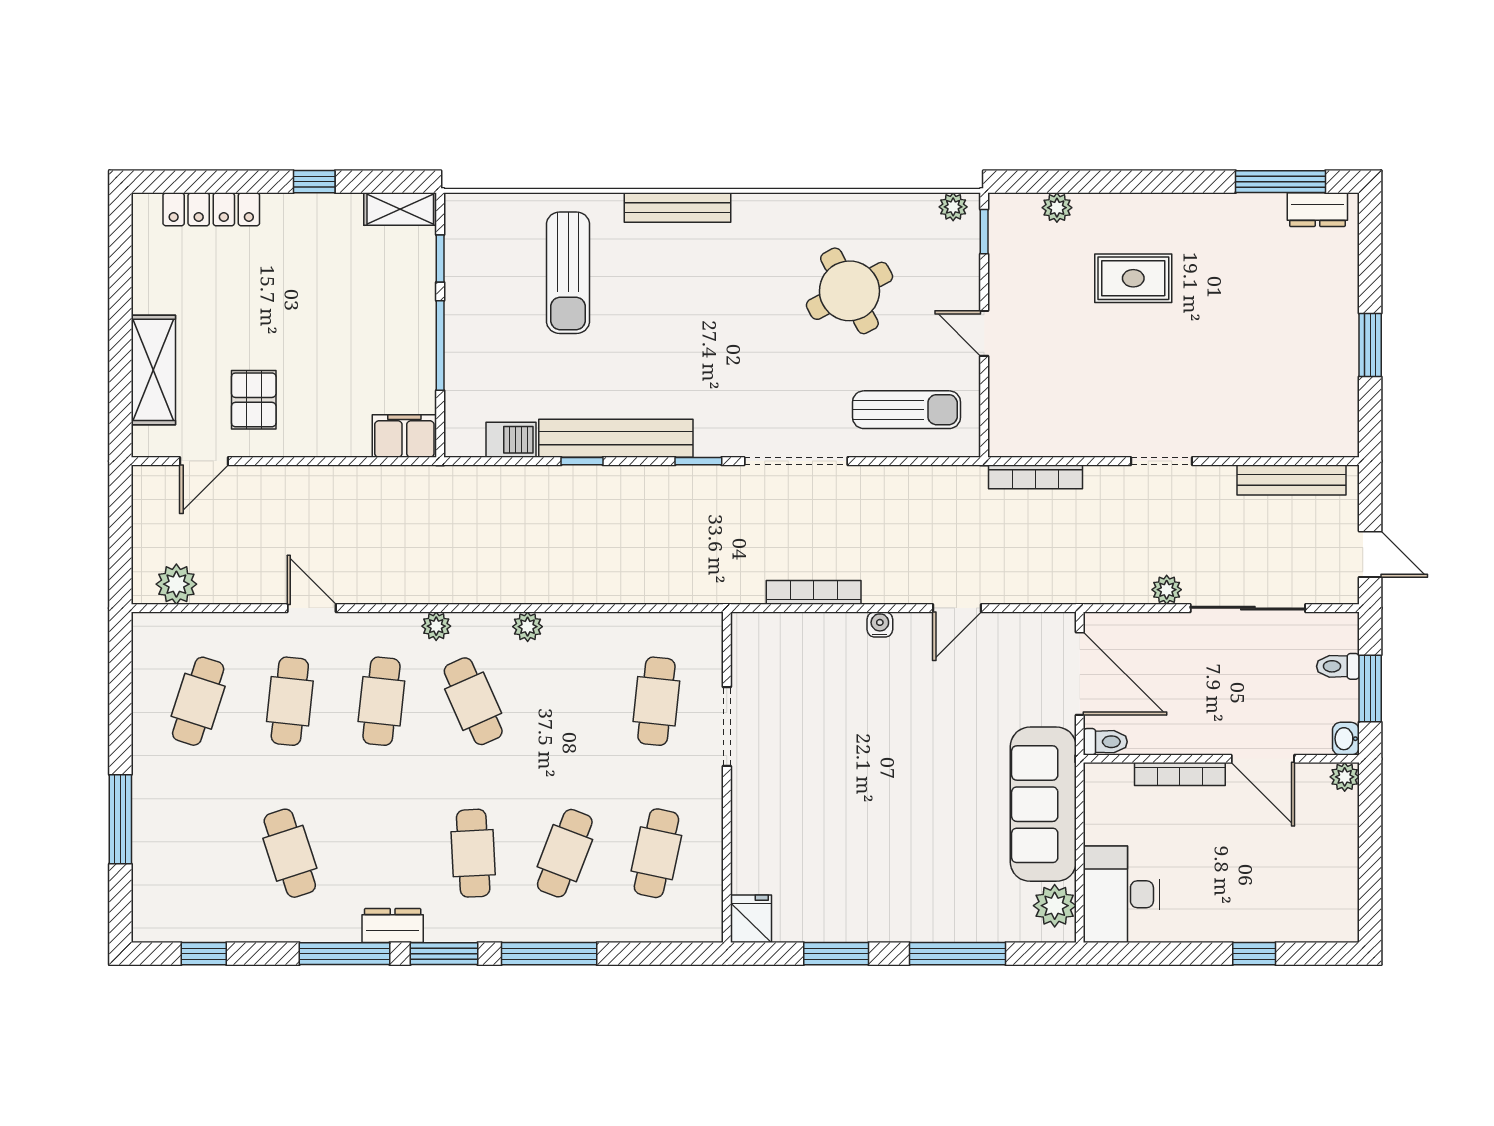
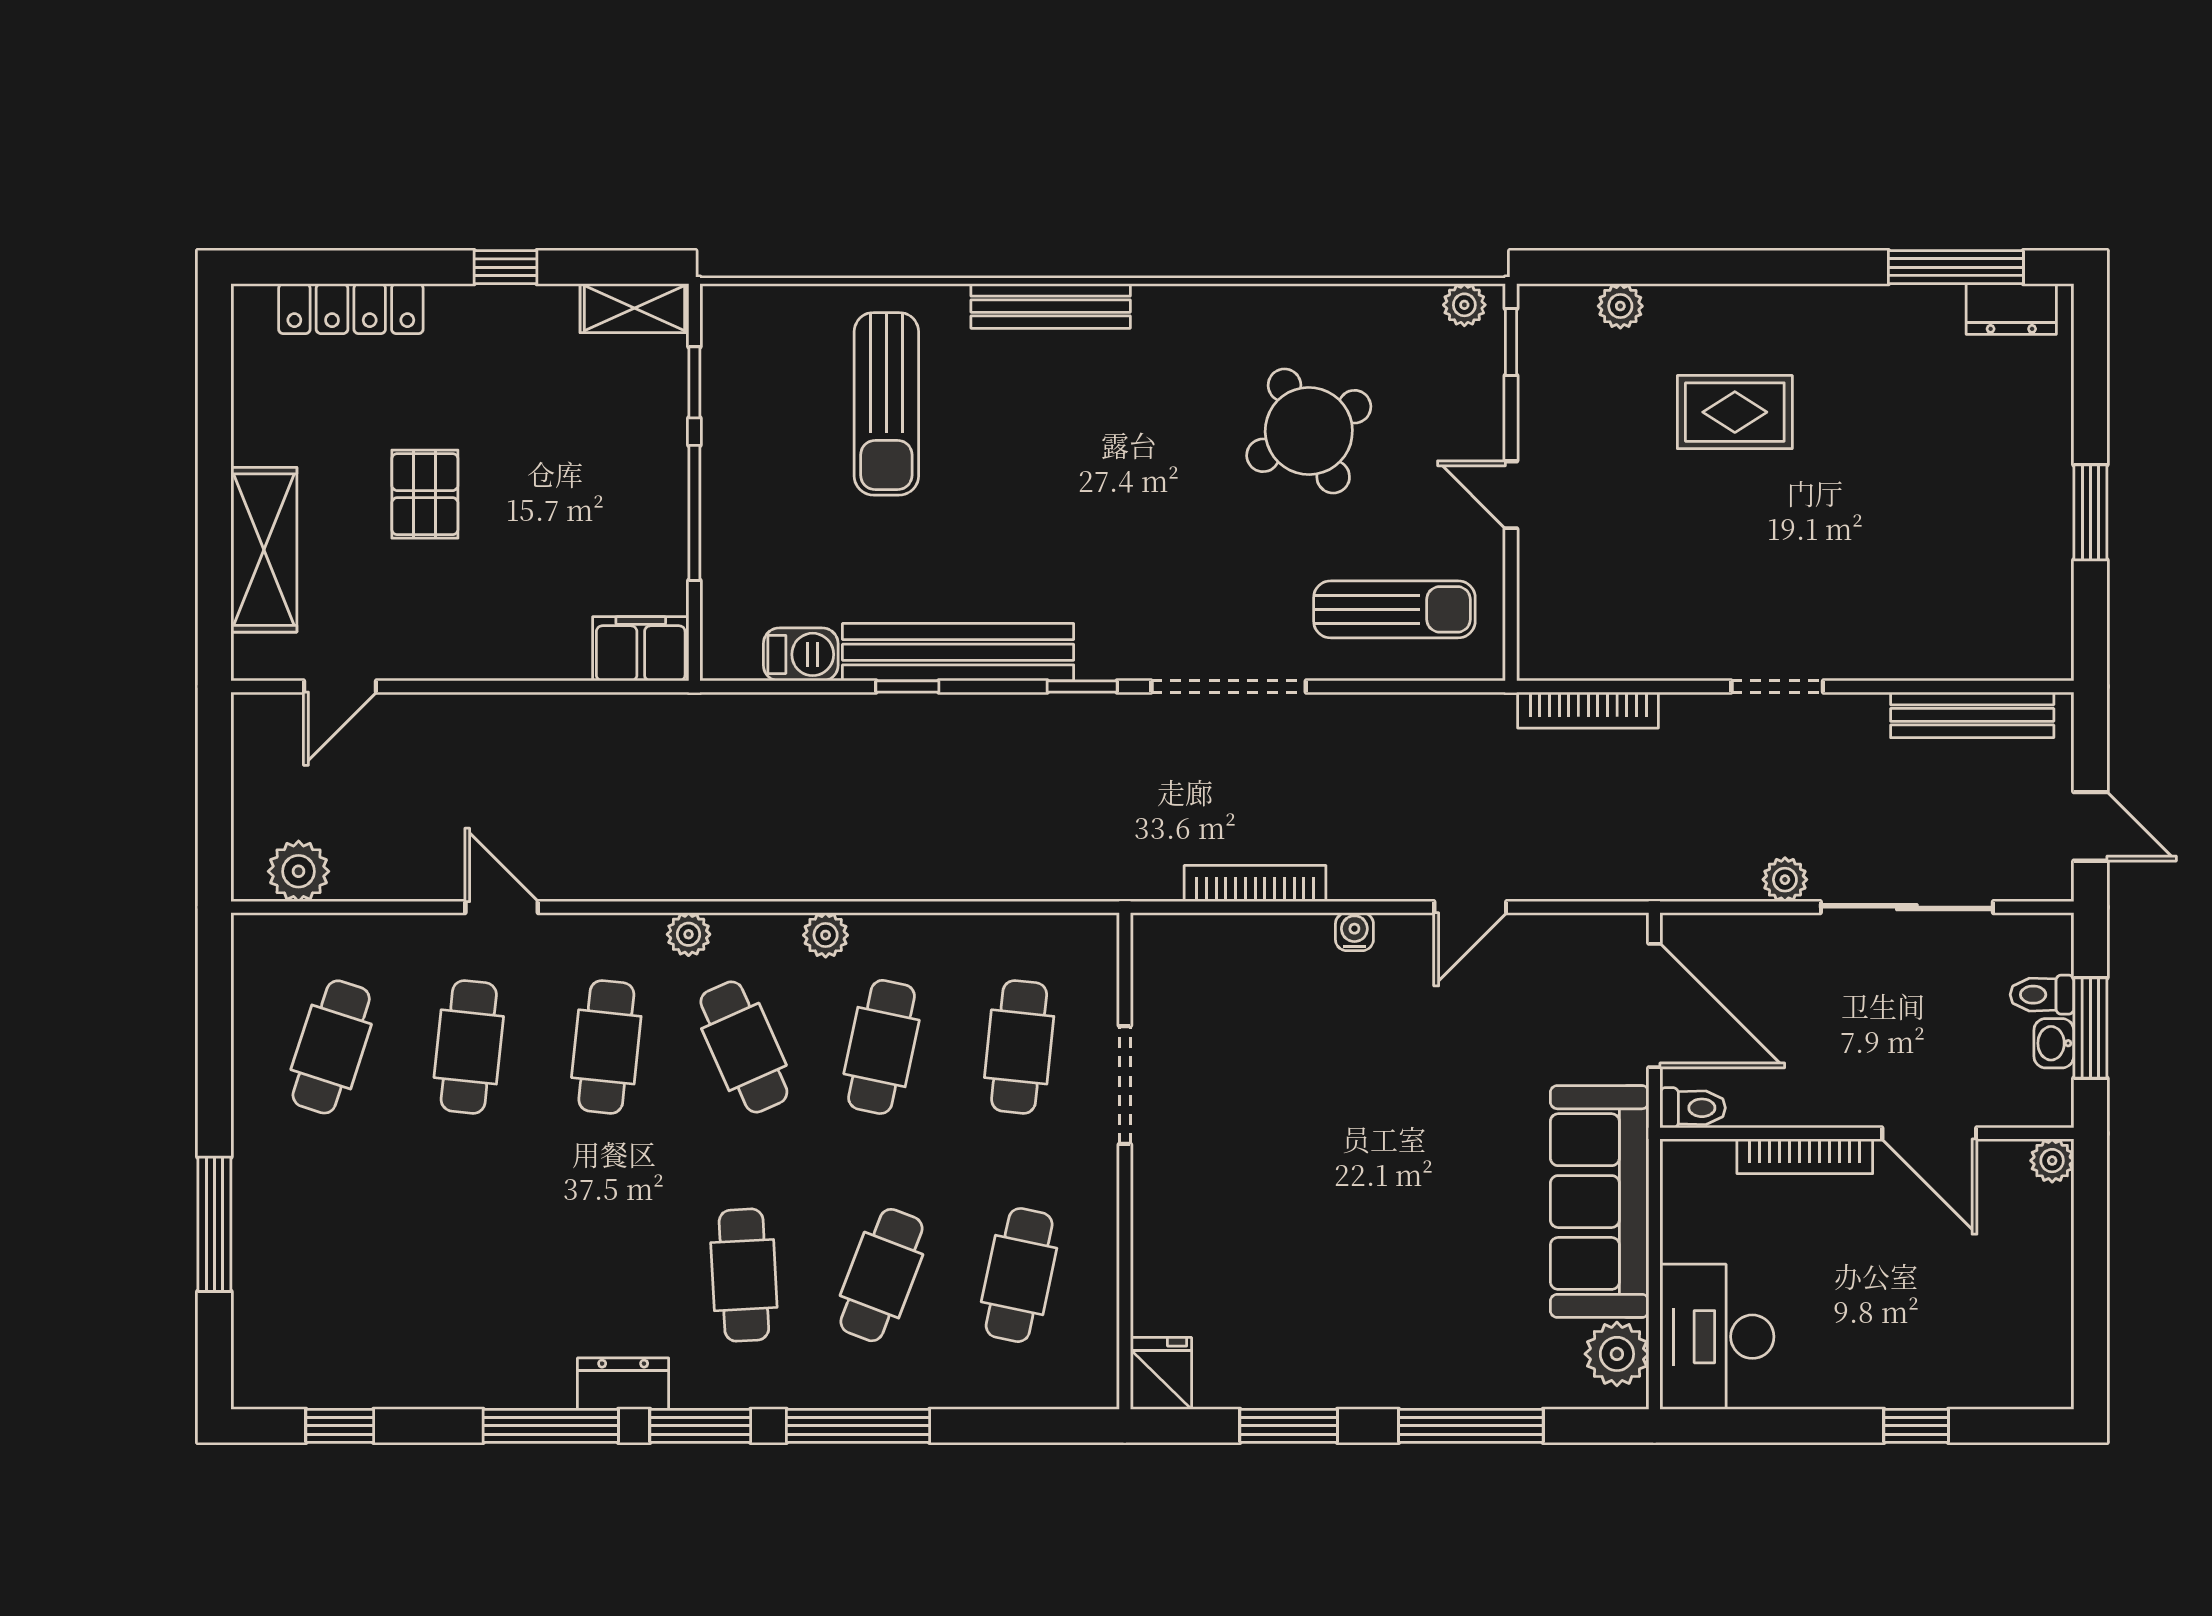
pallet: (254, 400) -> (425, 494), moved
washbasin: (1346, 739) -> (2054, 1043), moved
cafe table: (290, 853) -> (882, 1047), moved, turned 30

